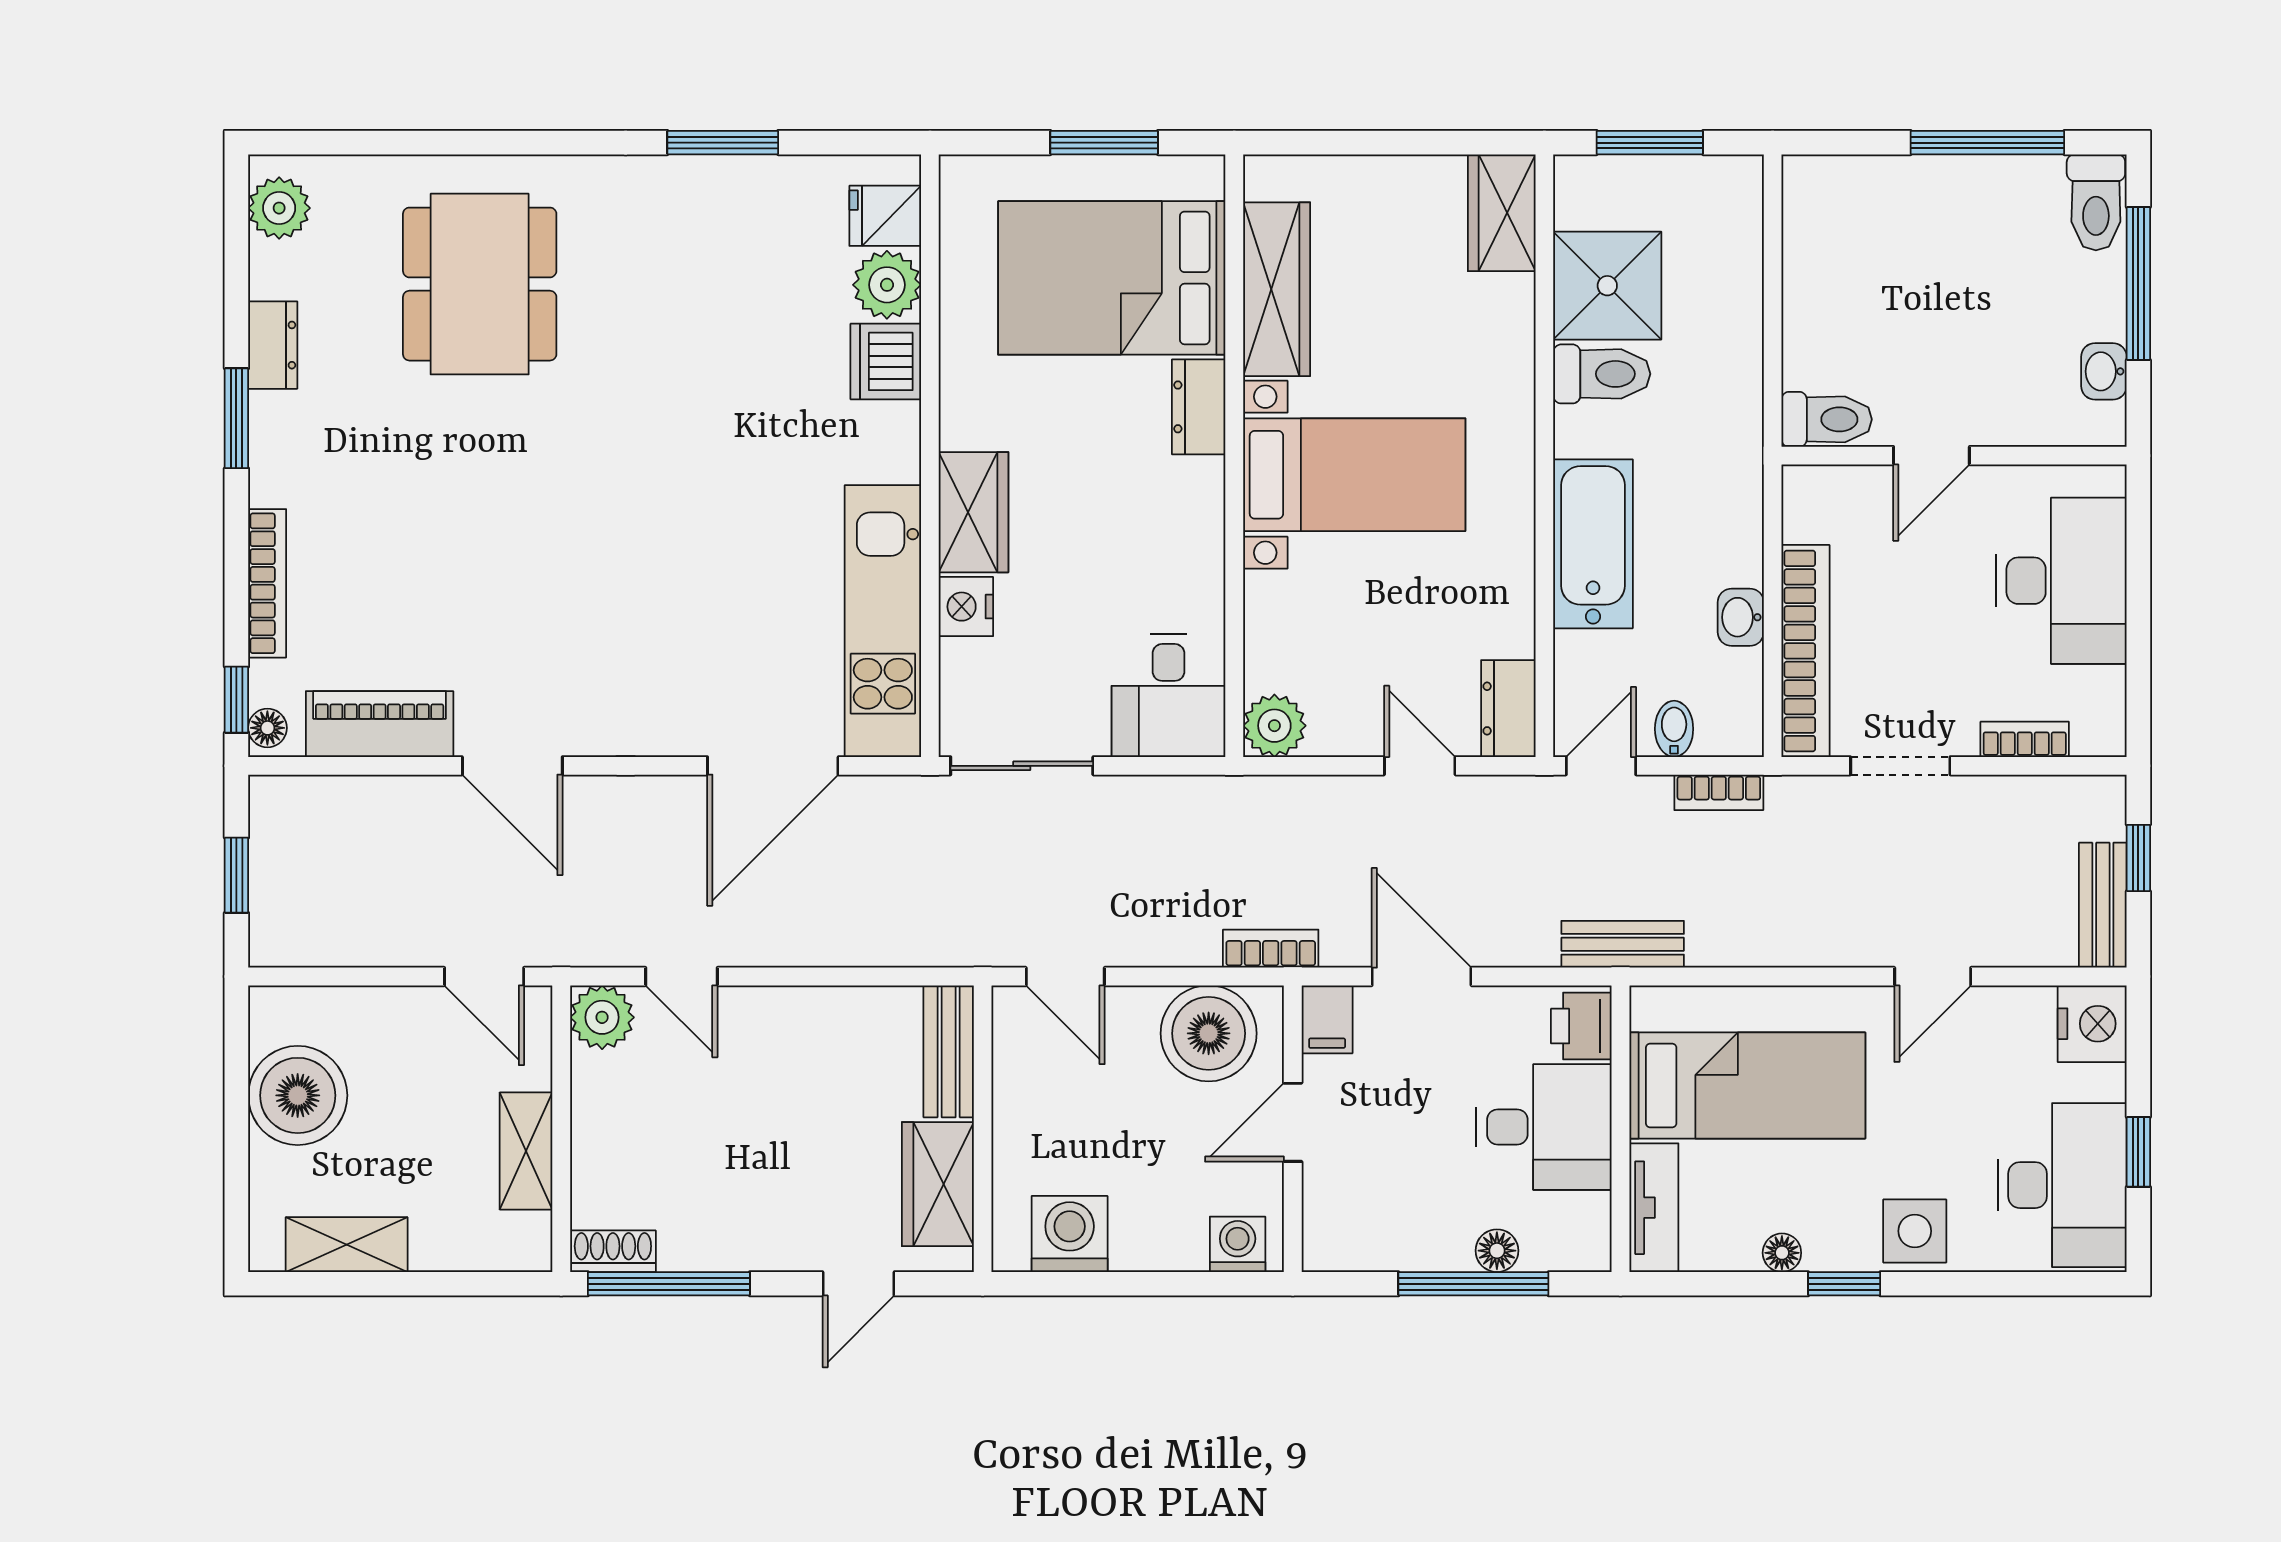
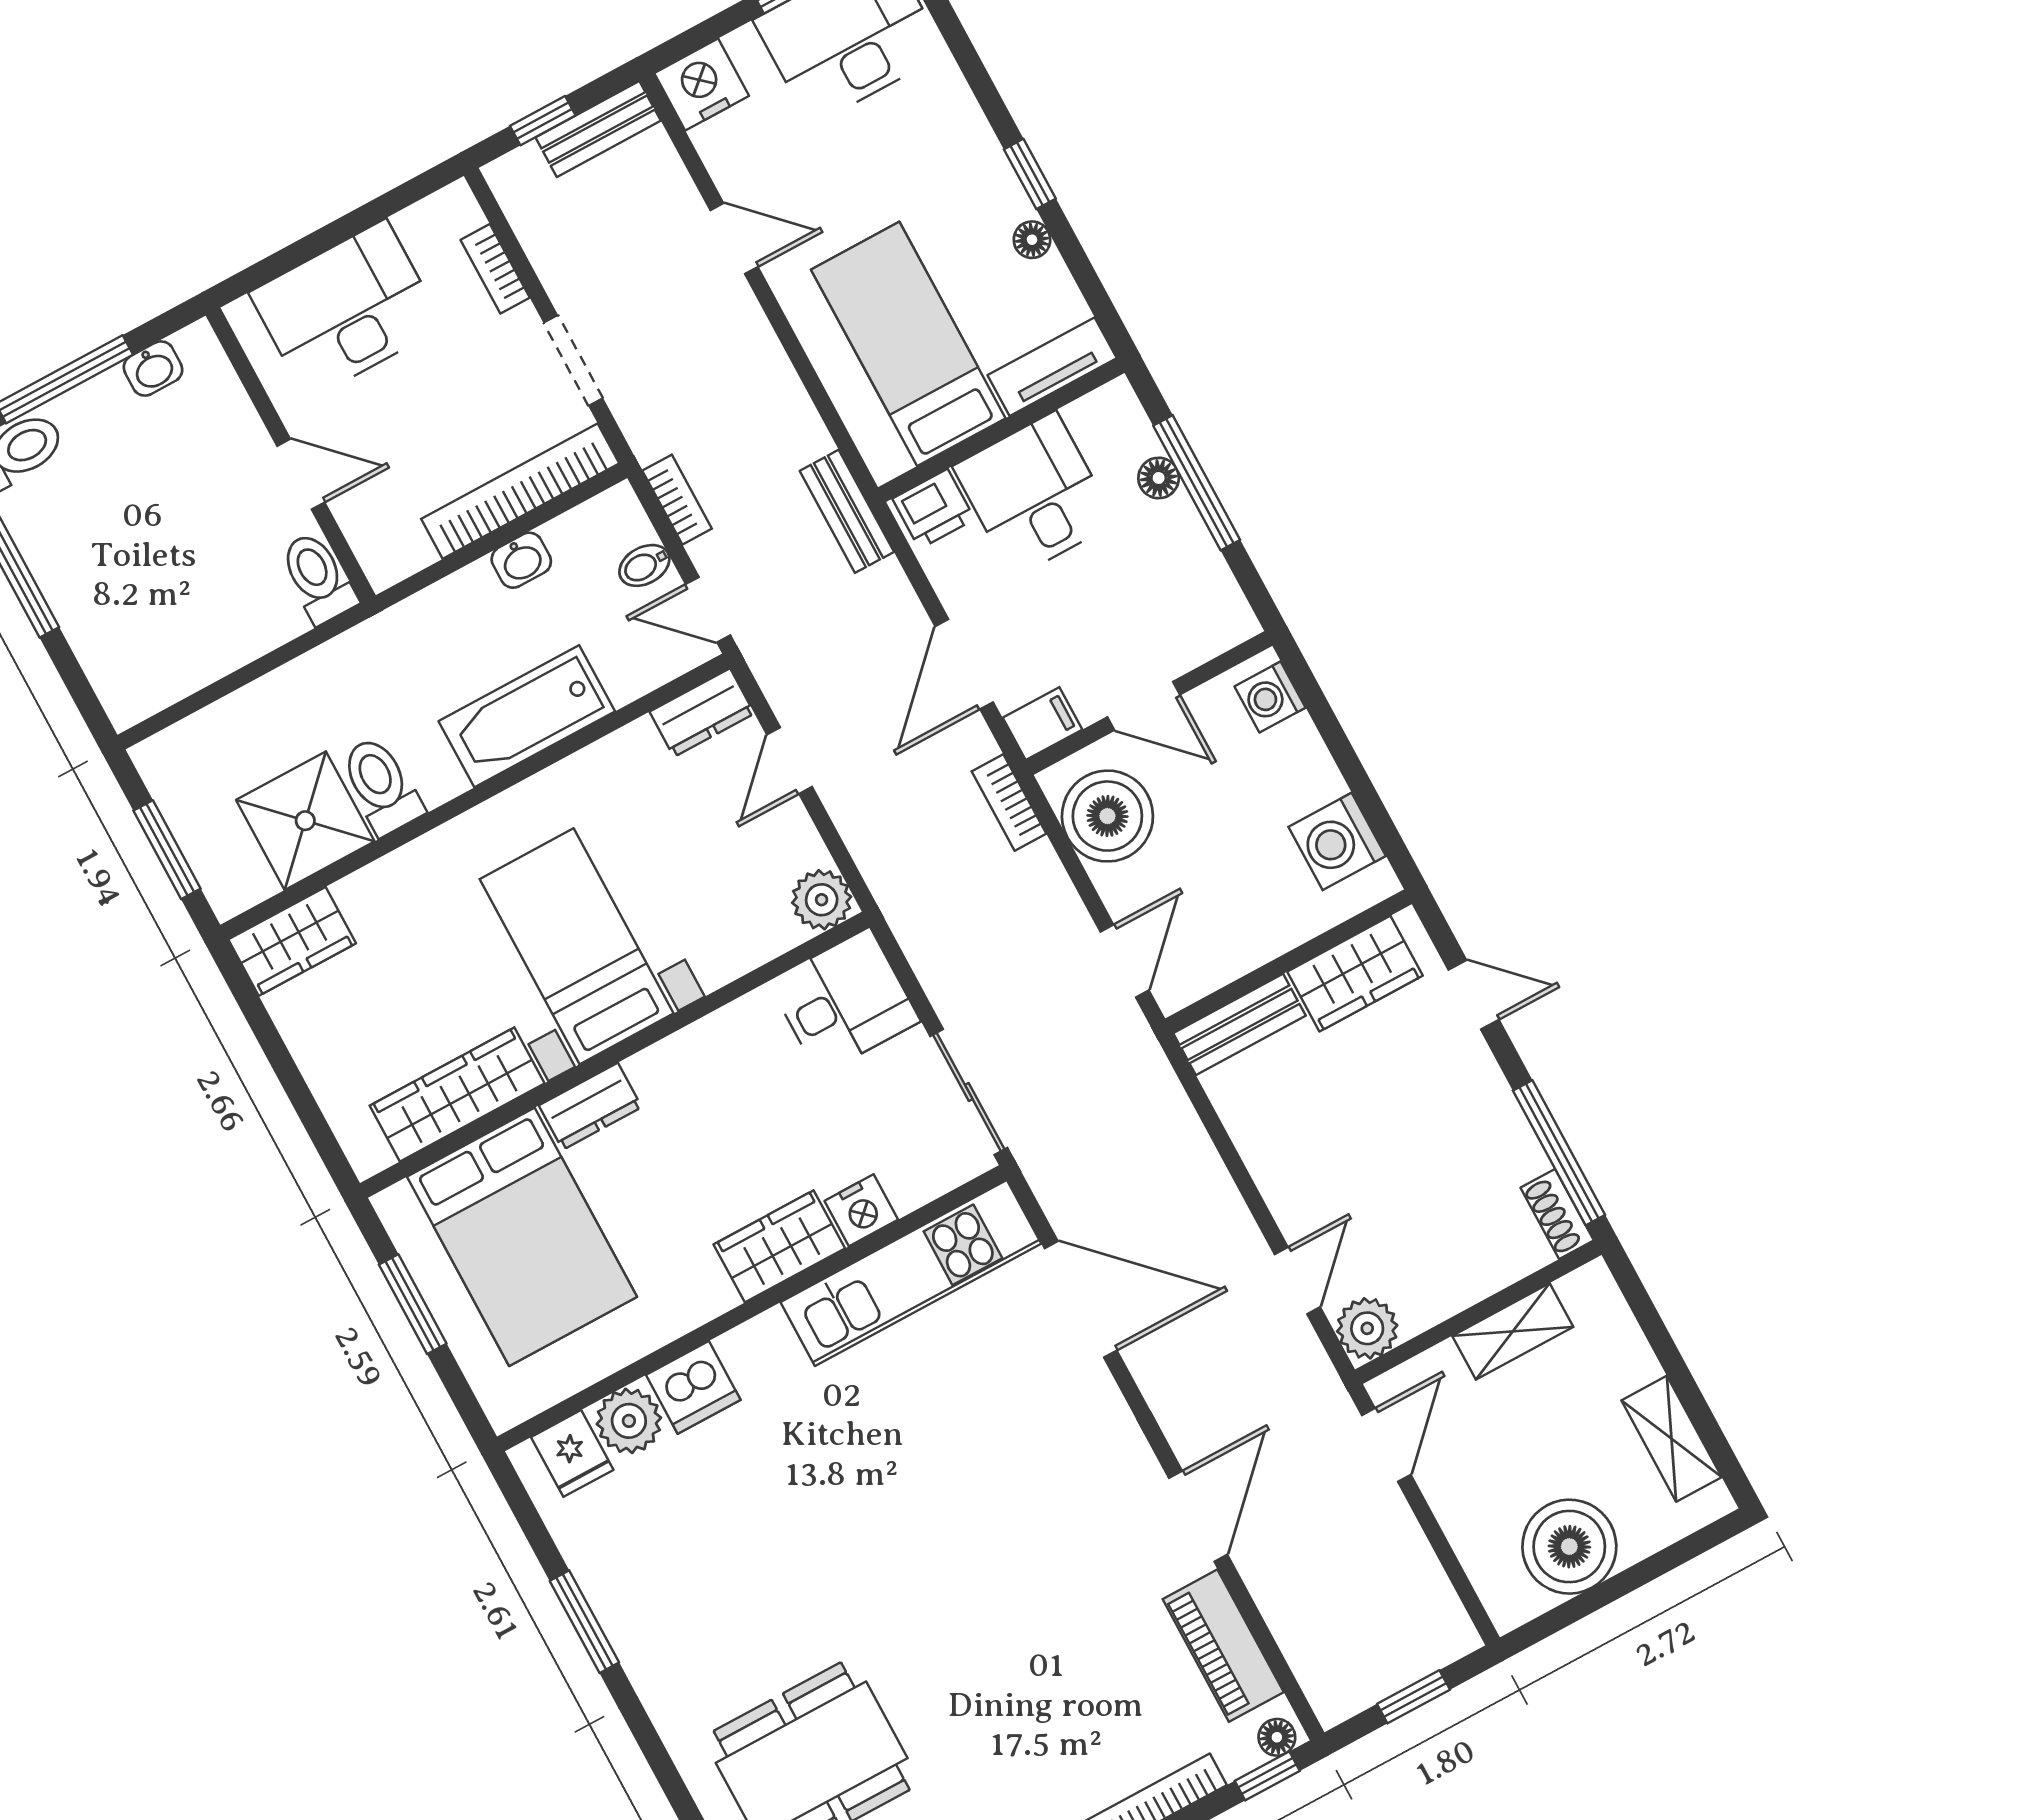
side table: (1915, 1231) -> (954, 139), removed

